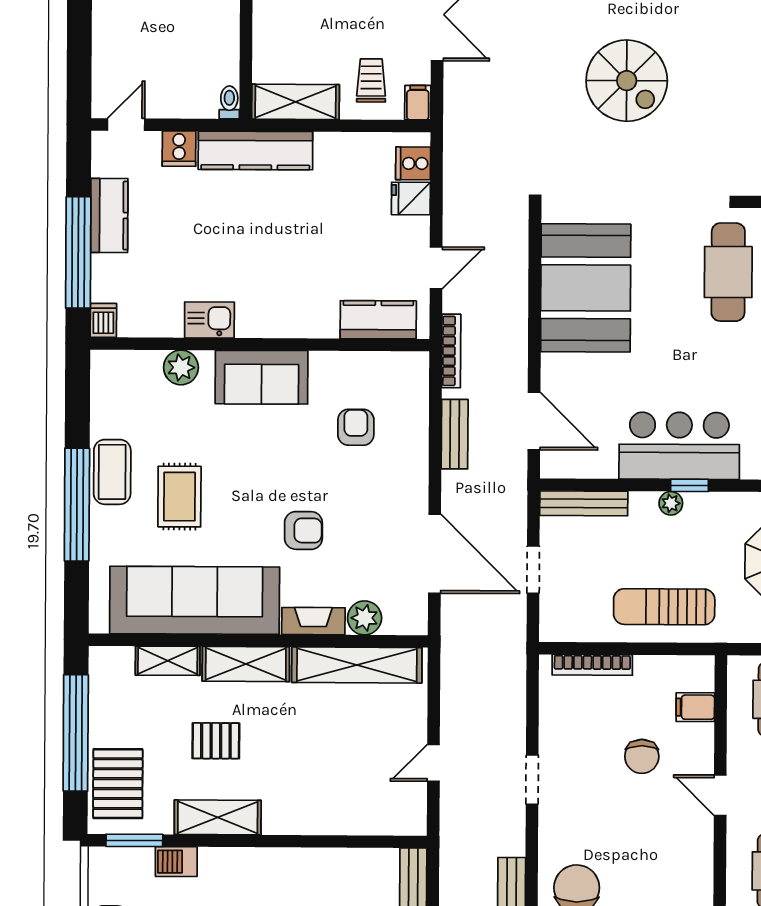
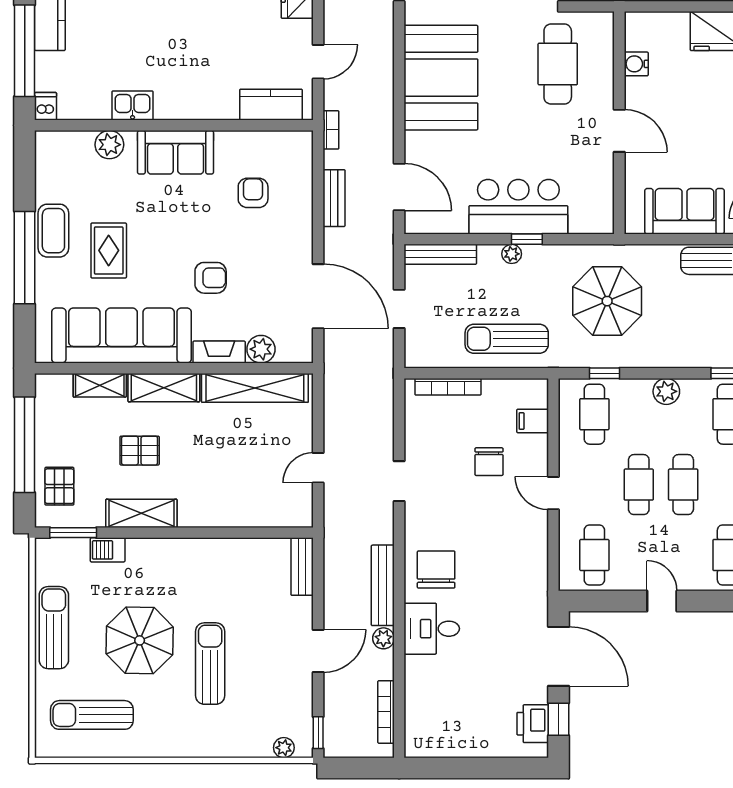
bookcase: (451, 351) -> (331, 130), width x0.64
pallet: (118, 784) -> (59, 486), width x0.67, depth x0.71

